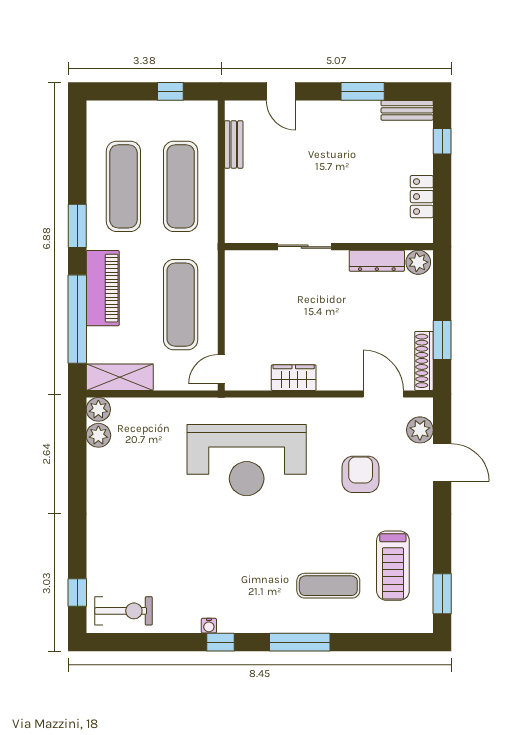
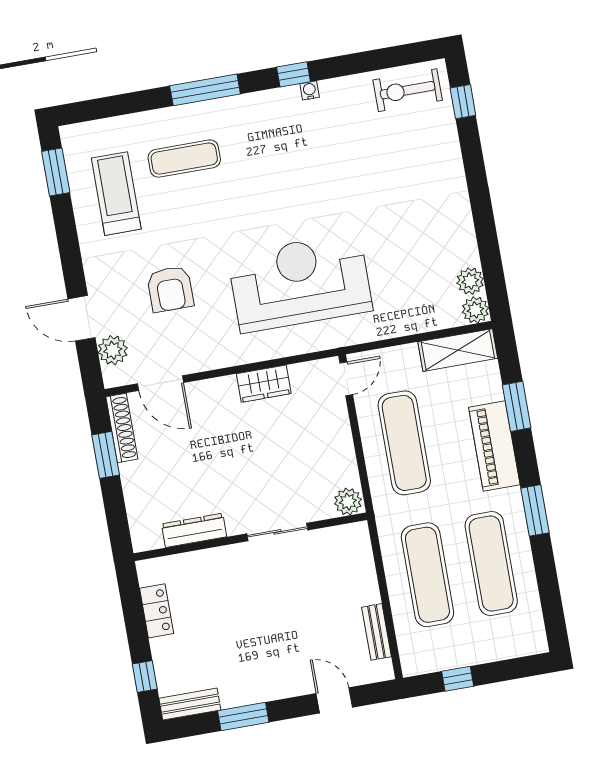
plant: (418, 262) -> (348, 502), moved
window: (77, 319) -> (517, 406), width x0.47

